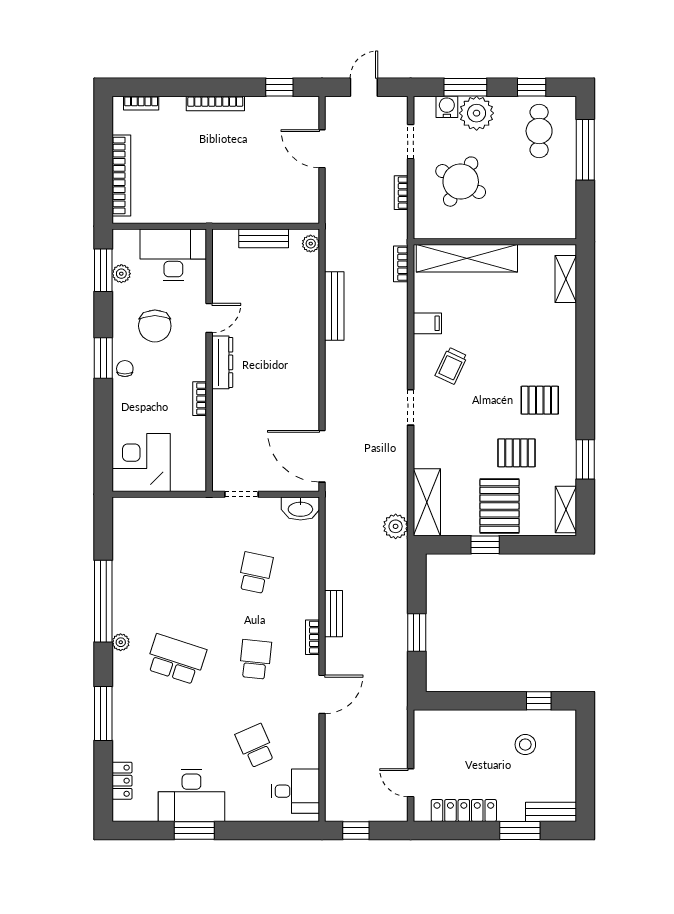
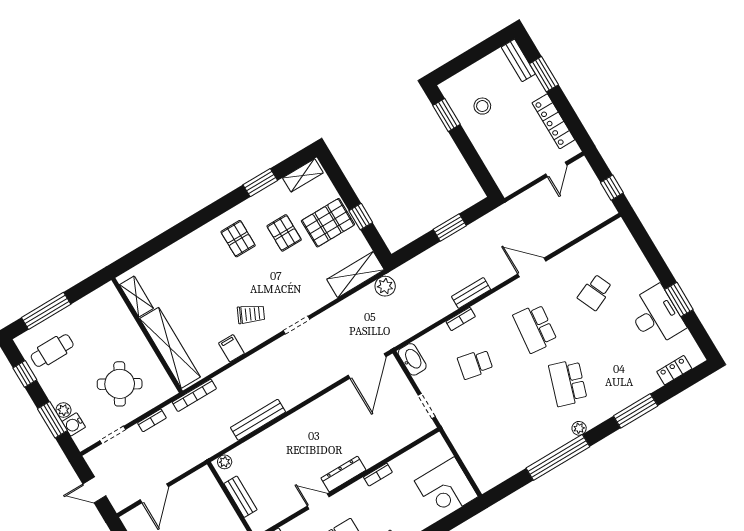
plant: (477, 113) -> (63, 410), width x0.53, depth x0.53
bookcase: (401, 264) -> (194, 395), width x1.56
shelving: (566, 279) -> (136, 297), moved, turned 90
bookcase: (312, 637) -> (461, 319), moved
school desk: (255, 659) -> (535, 328), width x1.85
window: (539, 701) -> (446, 115), width x1.50
desk: (295, 791) -> (610, 246), removed

